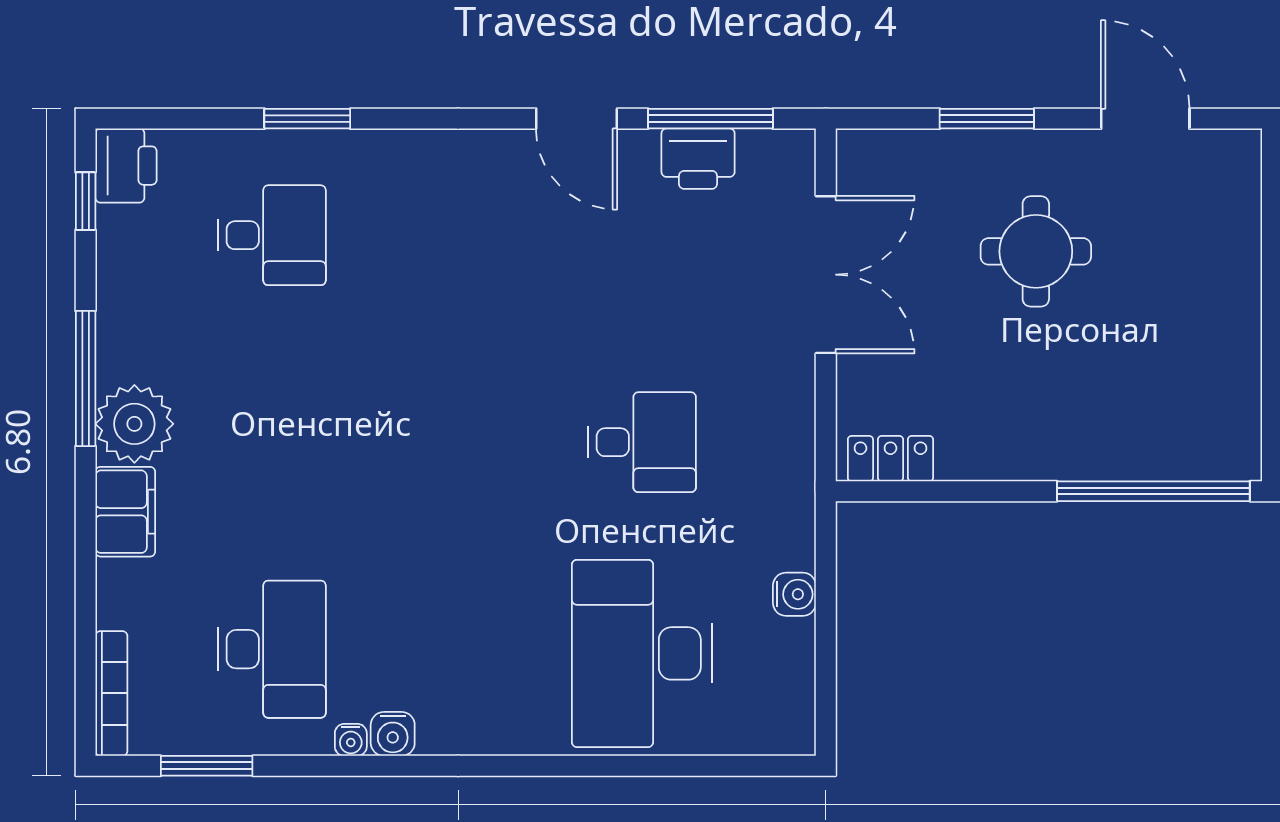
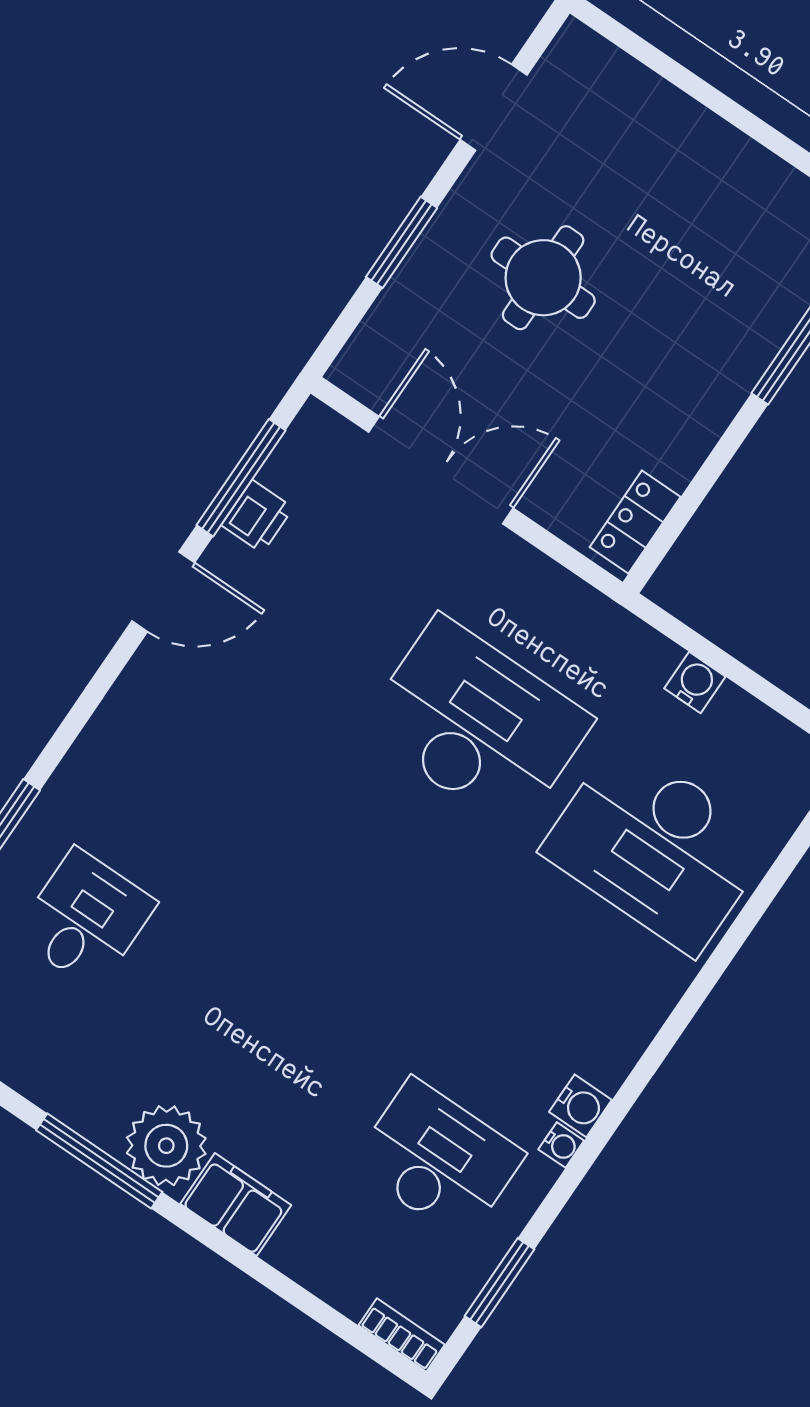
printer: (698, 159) -> (257, 516), width x0.73, depth x0.81
desk: (642, 442) -> (477, 724), width x1.87, depth x1.30
bookcase: (111, 693) -> (402, 1335), width x0.64

